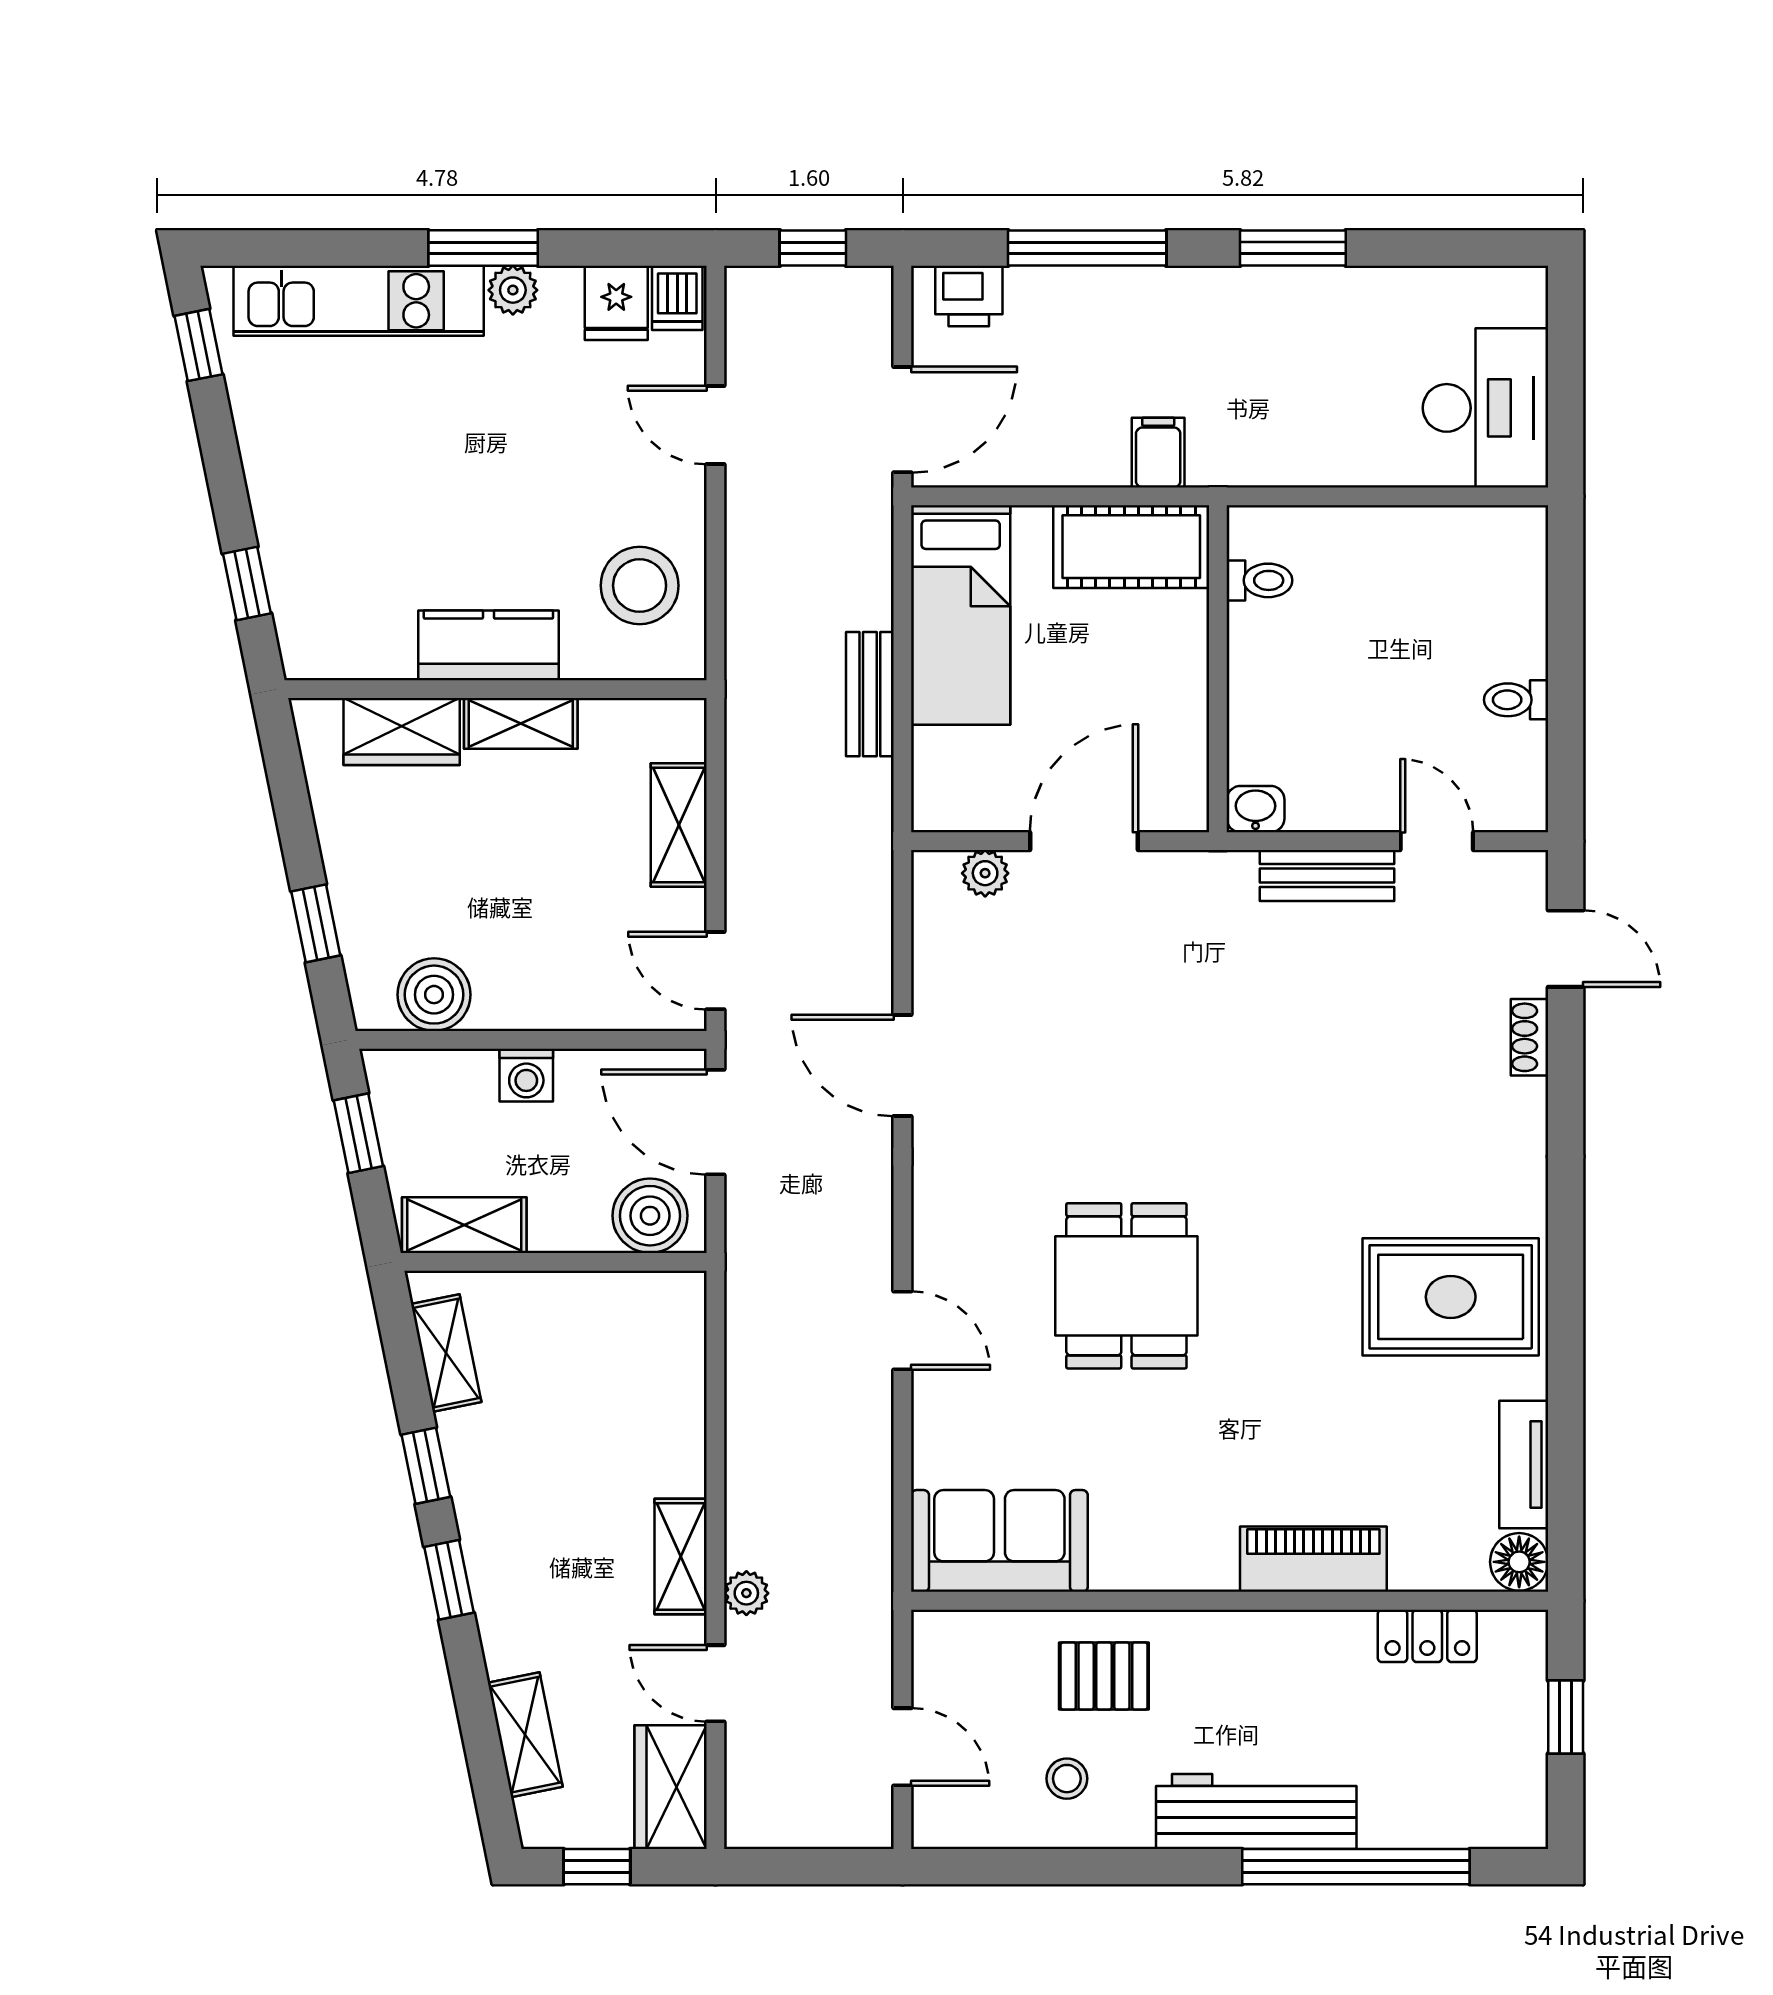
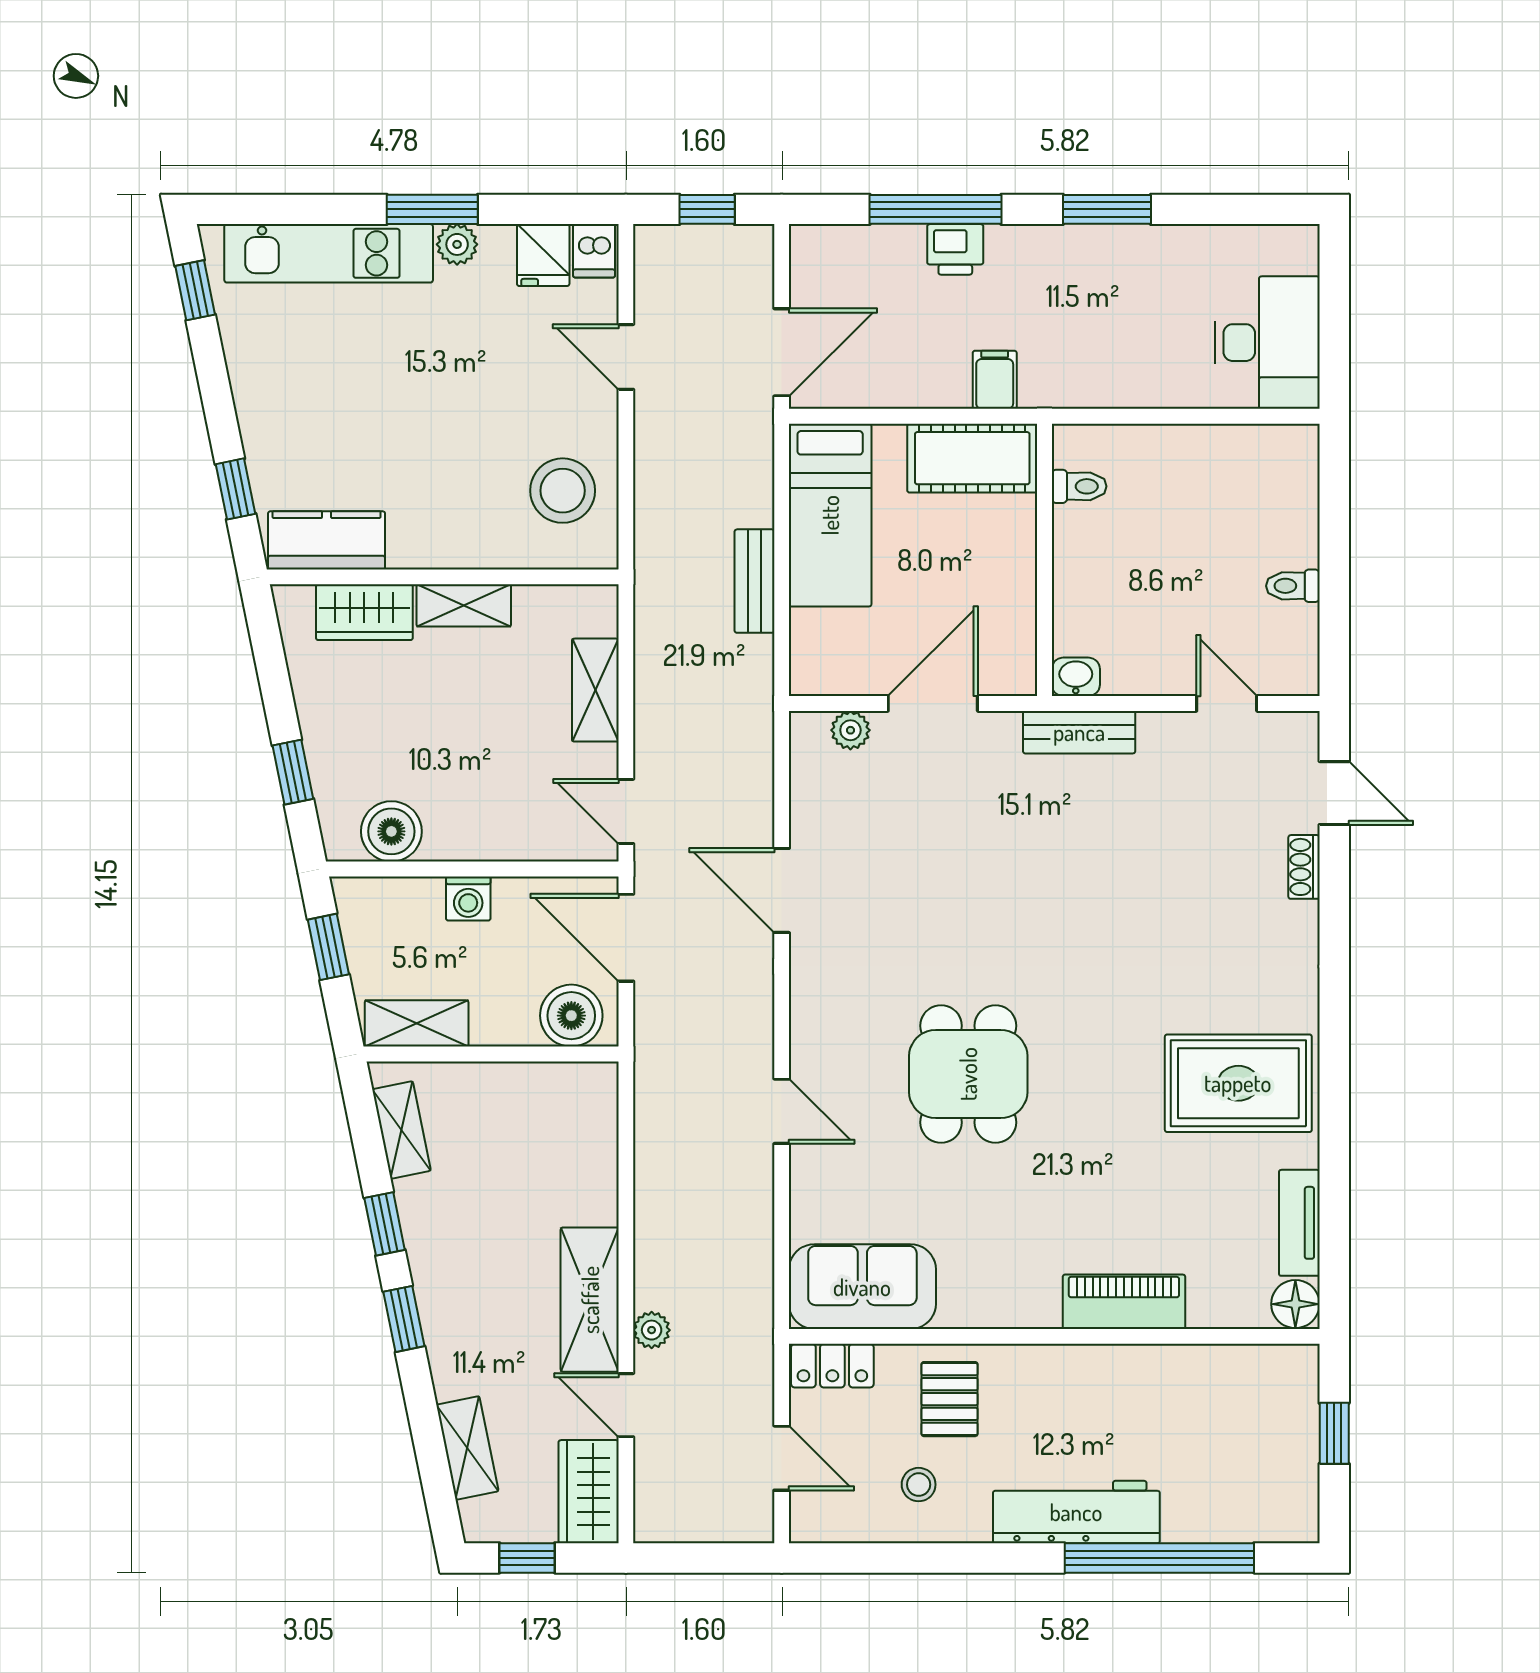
printer: (969, 296) -> (955, 249), moved
kitchen counter: (488, 645) -> (327, 540), moved
bench: (1327, 876) -> (1079, 732), moved
shelving: (681, 1557) -> (590, 1300), width x1.50, depth x1.33
locker: (1427, 1636) -> (832, 1366), moved
pallet: (1104, 1676) -> (950, 1399), turned 90

